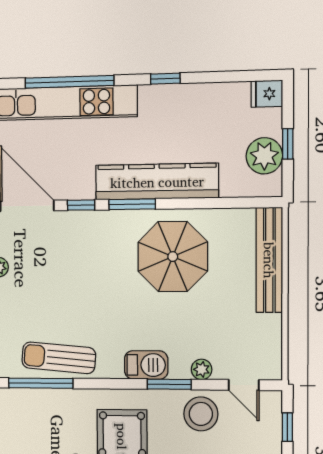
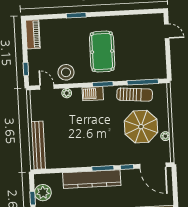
parasol: (173, 257) -> (141, 127), moved
window: (169, 384) -> (103, 84), moved

